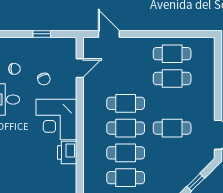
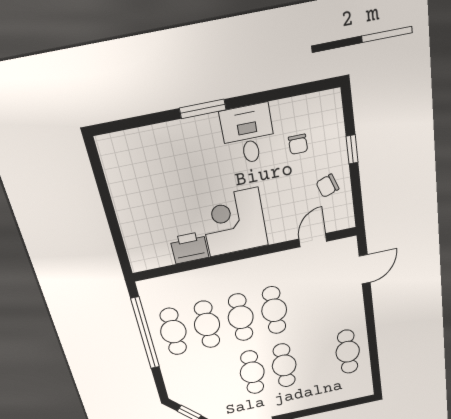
window: (42, 34) -> (352, 149), moved
door: (80, 68) -> (313, 240), swing flipped
chair: (44, 79) -> (327, 186), moved
cafe table: (172, 79) -> (284, 365), moved

